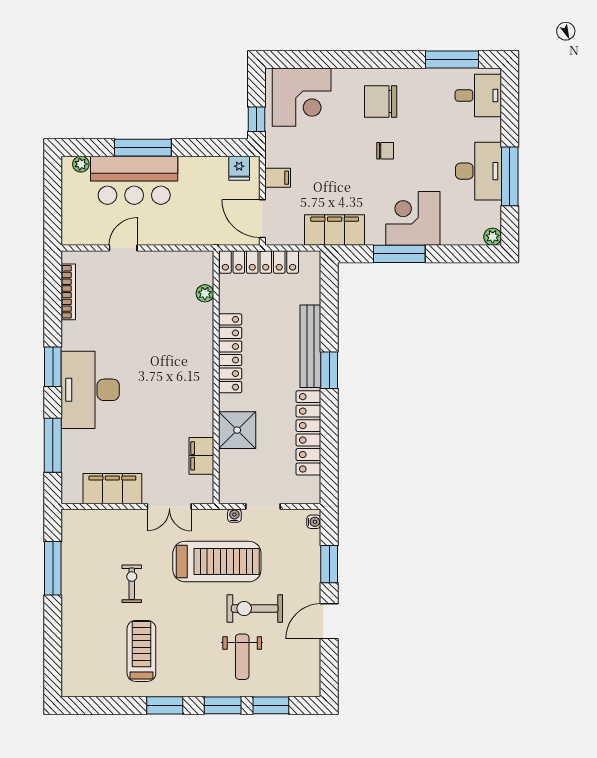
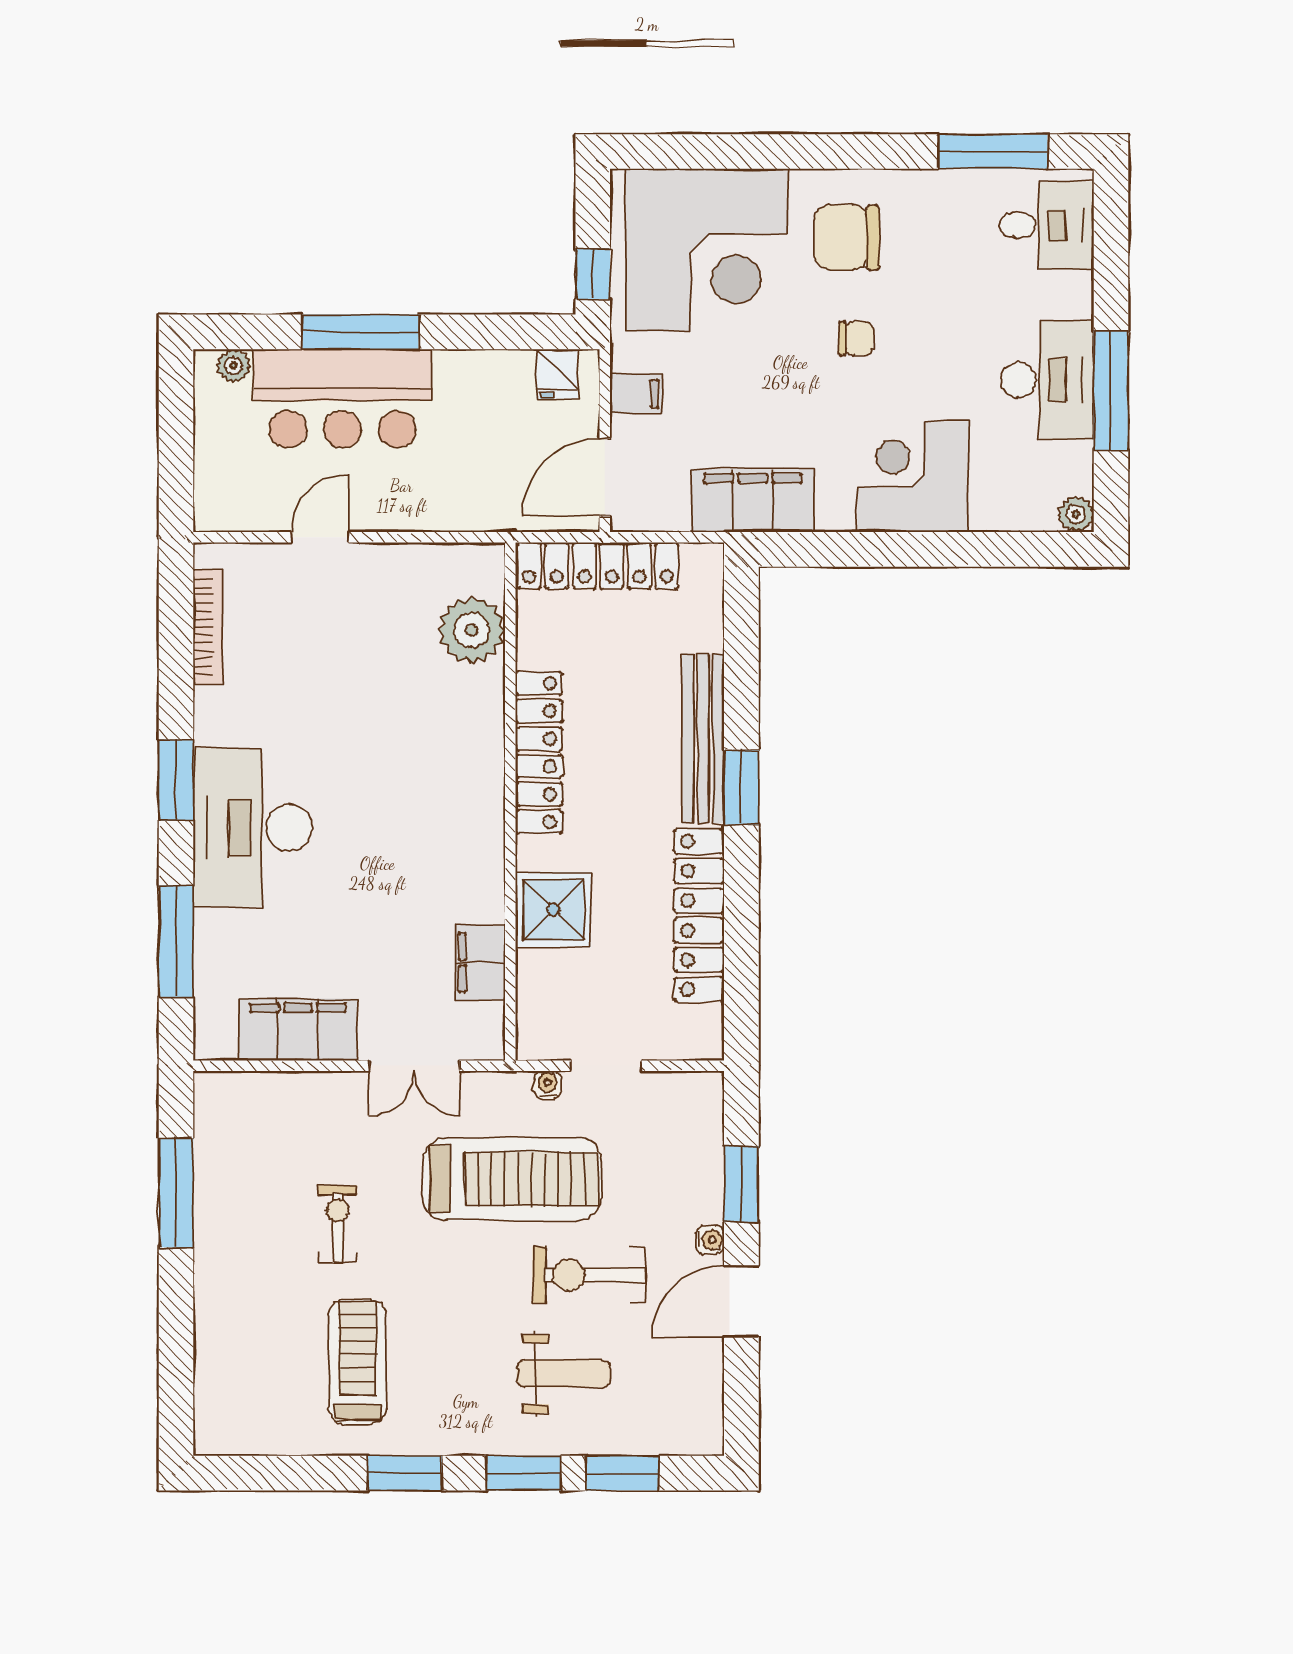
corner desk: (302, 97) -> (707, 250), width x1.36, depth x1.36
door: (262, 219) -> (605, 477), hinge flipped
window: (399, 254) -> (885, 549), removed
plant: (205, 293) -> (472, 630), width x1.87, depth x1.87
water cooler: (314, 522) -> (710, 1240), moved
weight bench: (242, 657) -> (564, 1374), turned -90

